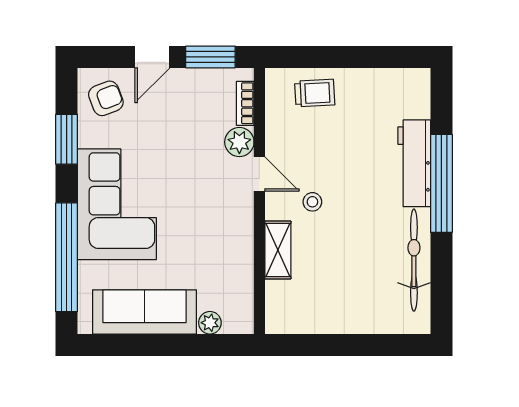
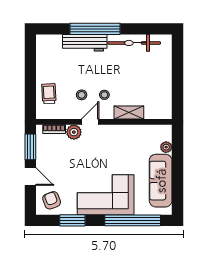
stool: (312, 157) -> (82, 95), added

